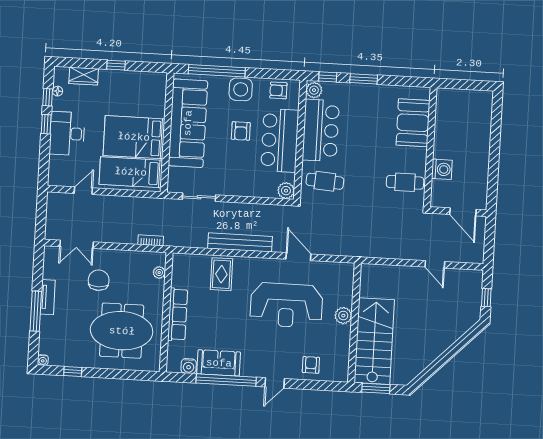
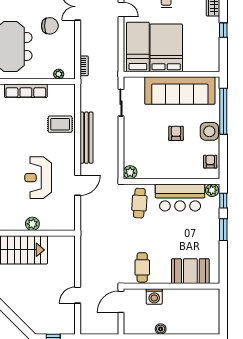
armchair: (241, 131) -> (176, 133), turned 90
bar counter: (280, 140) -> (170, 165), removed
boiler: (483, 164) -> (161, 329), added
door: (463, 212) -> (121, 302), moved
reception desk: (286, 305) -> (38, 178), width x0.74, depth x0.77

